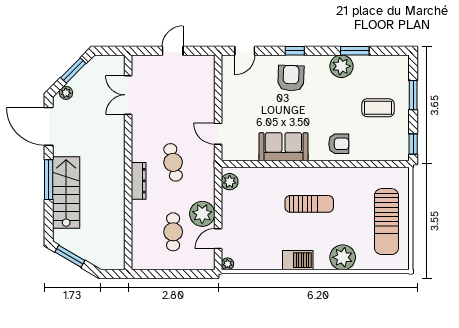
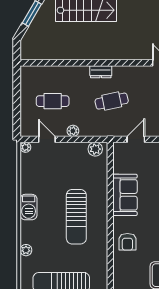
dresser: (139, 181) -> (101, 72), width x0.70
sun lounger: (309, 204) -> (76, 217), width x1.36, depth x1.34
plant: (202, 214) -> (73, 131), width x0.53, depth x0.53
plant: (343, 257) -> (26, 250), width x0.53, depth x0.53

